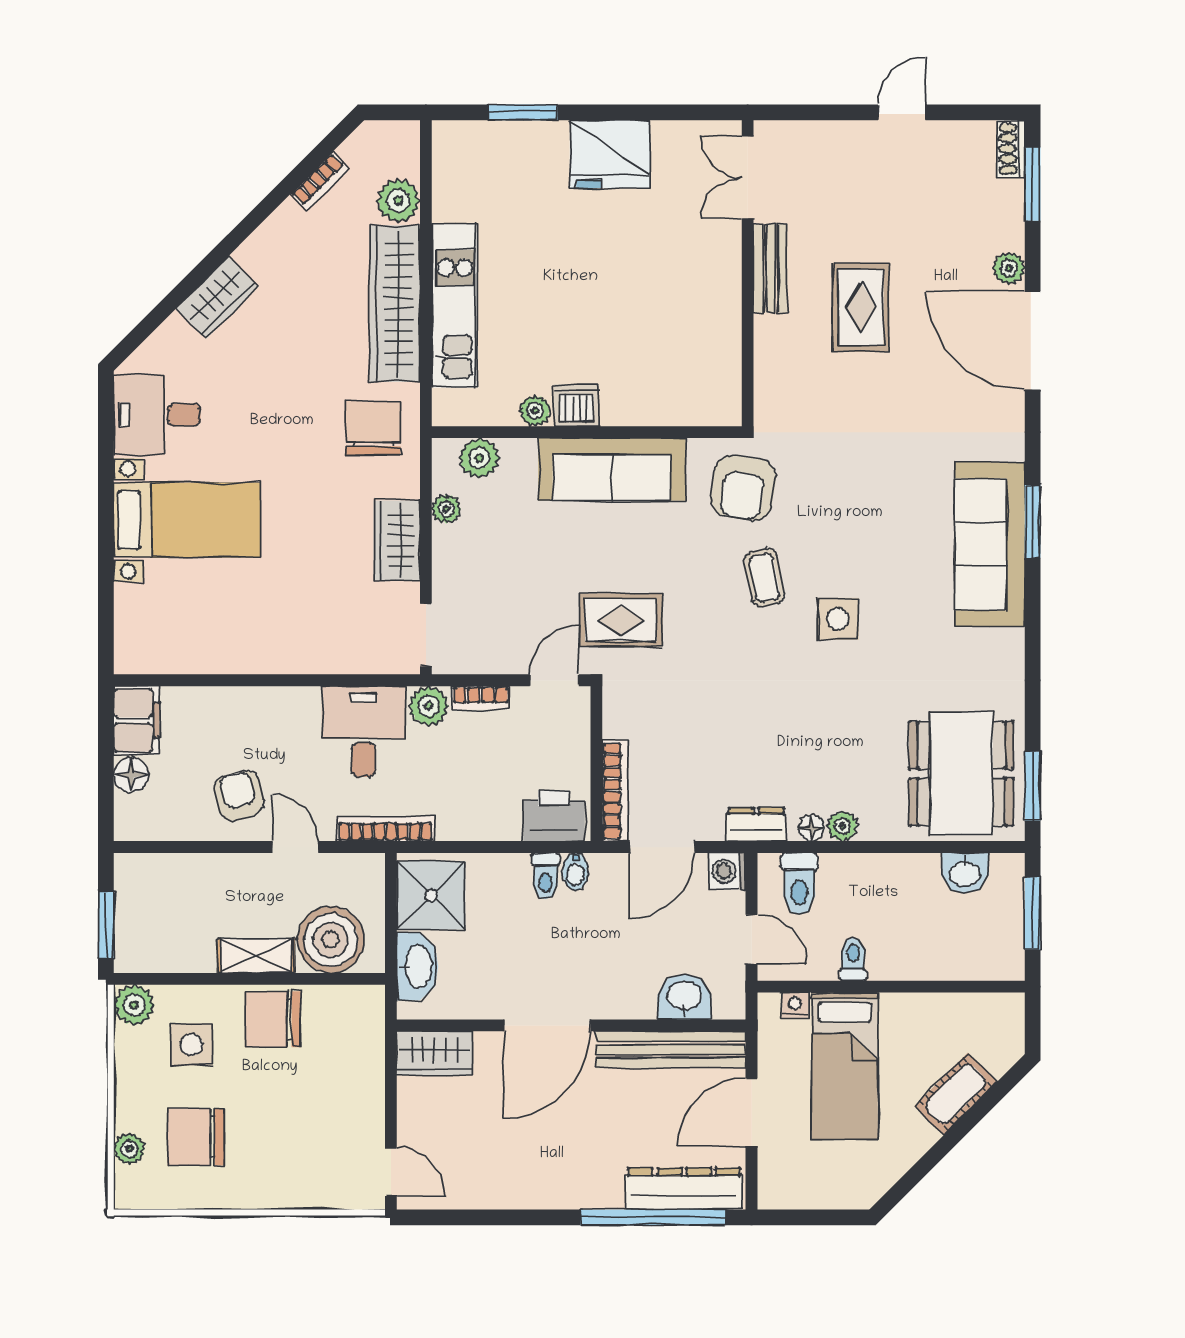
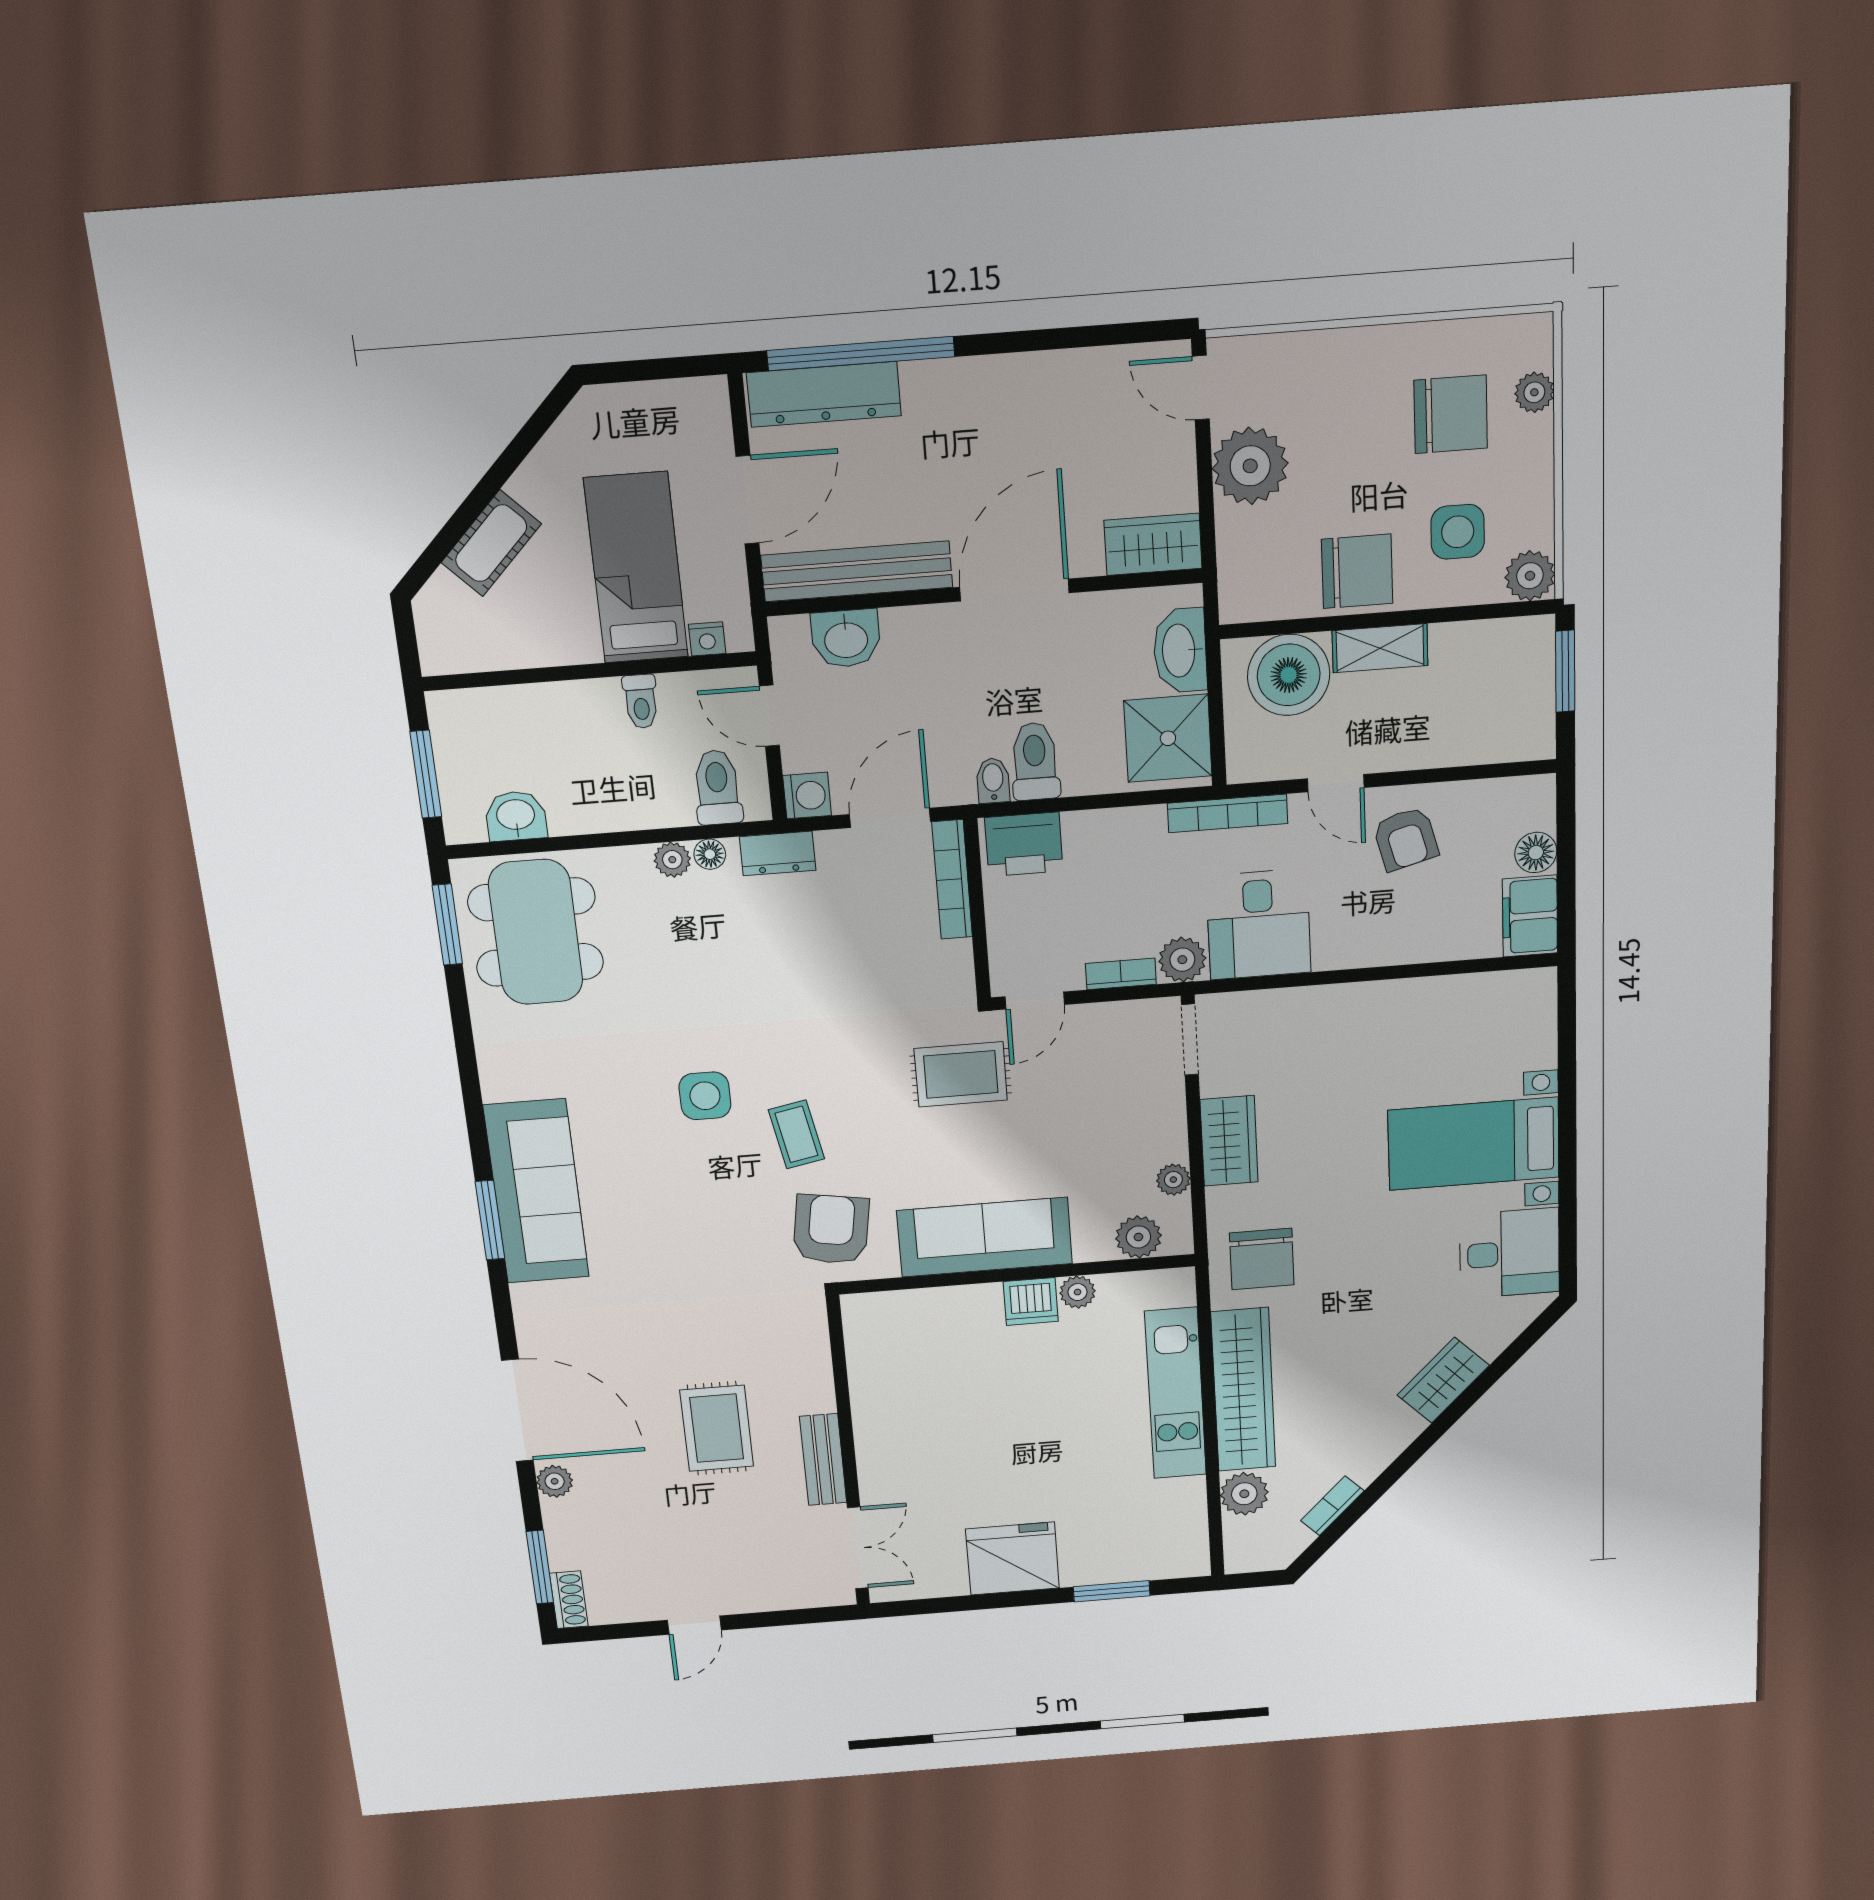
toilet: (545, 876) -> (1035, 761), width x1.37, depth x1.39
plant: (355, 1109) -> (1250, 466), added

